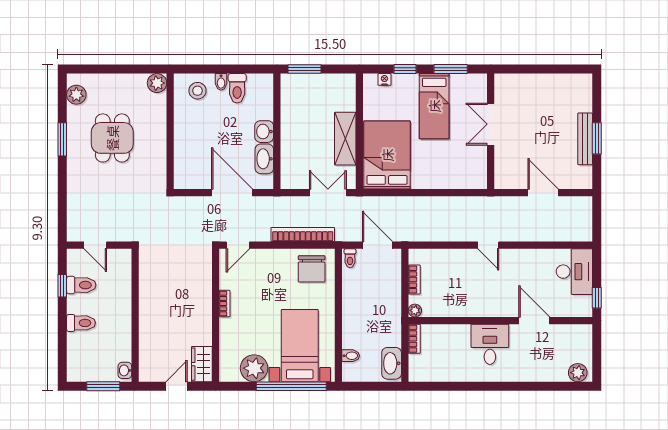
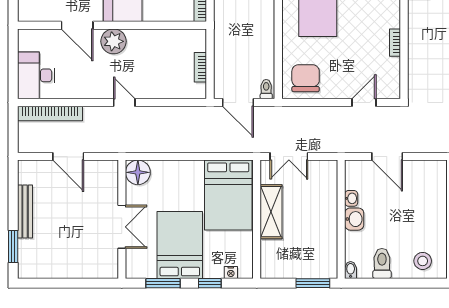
bidet: (221, 82) -> (351, 270), moved
bed: (434, 106) -> (180, 245), width x1.50
window: (597, 138) -> (13, 246), moved
washbasin: (264, 159) -> (351, 198), width x0.52, depth x0.69
floor lamp: (475, 177) -> (138, 172), added
door: (232, 193) -> (387, 156), width x0.73
bookcase: (303, 235) -> (50, 113), moved
door: (238, 245) -> (364, 102), moved
window: (597, 298) -> (13, 48), removed
plant: (415, 310) -> (113, 41), moved, width x1.88, depth x1.88

